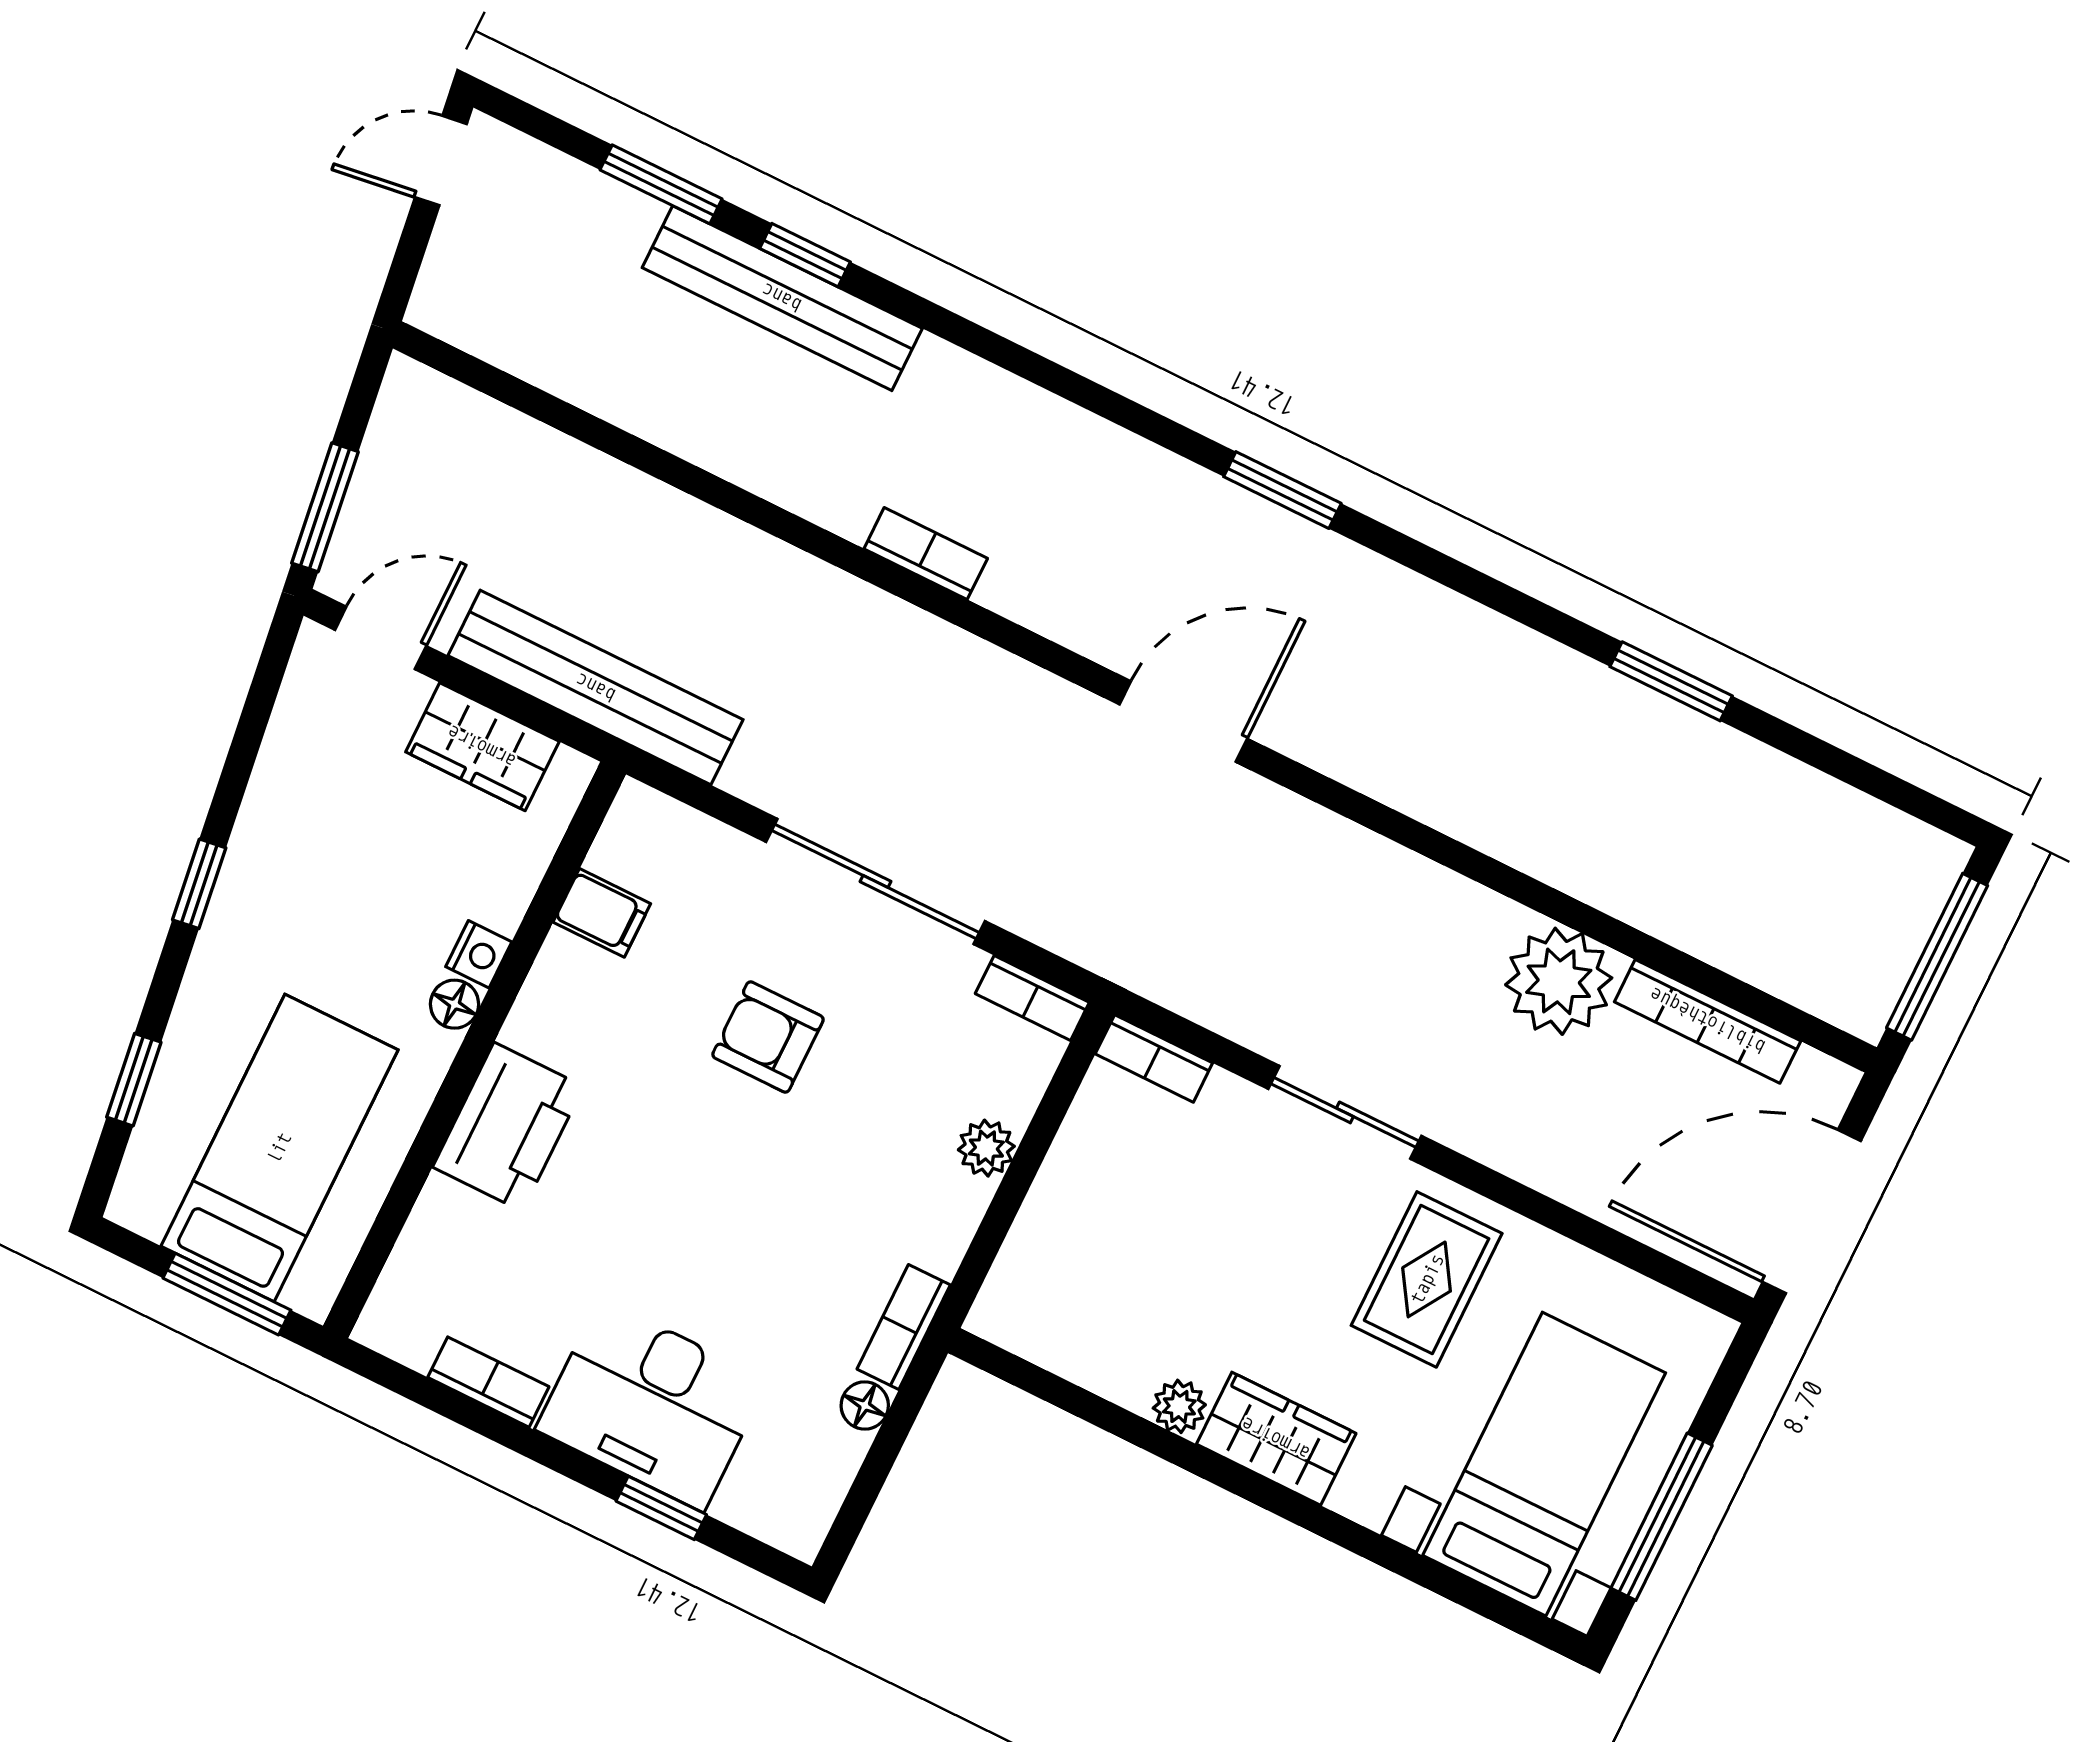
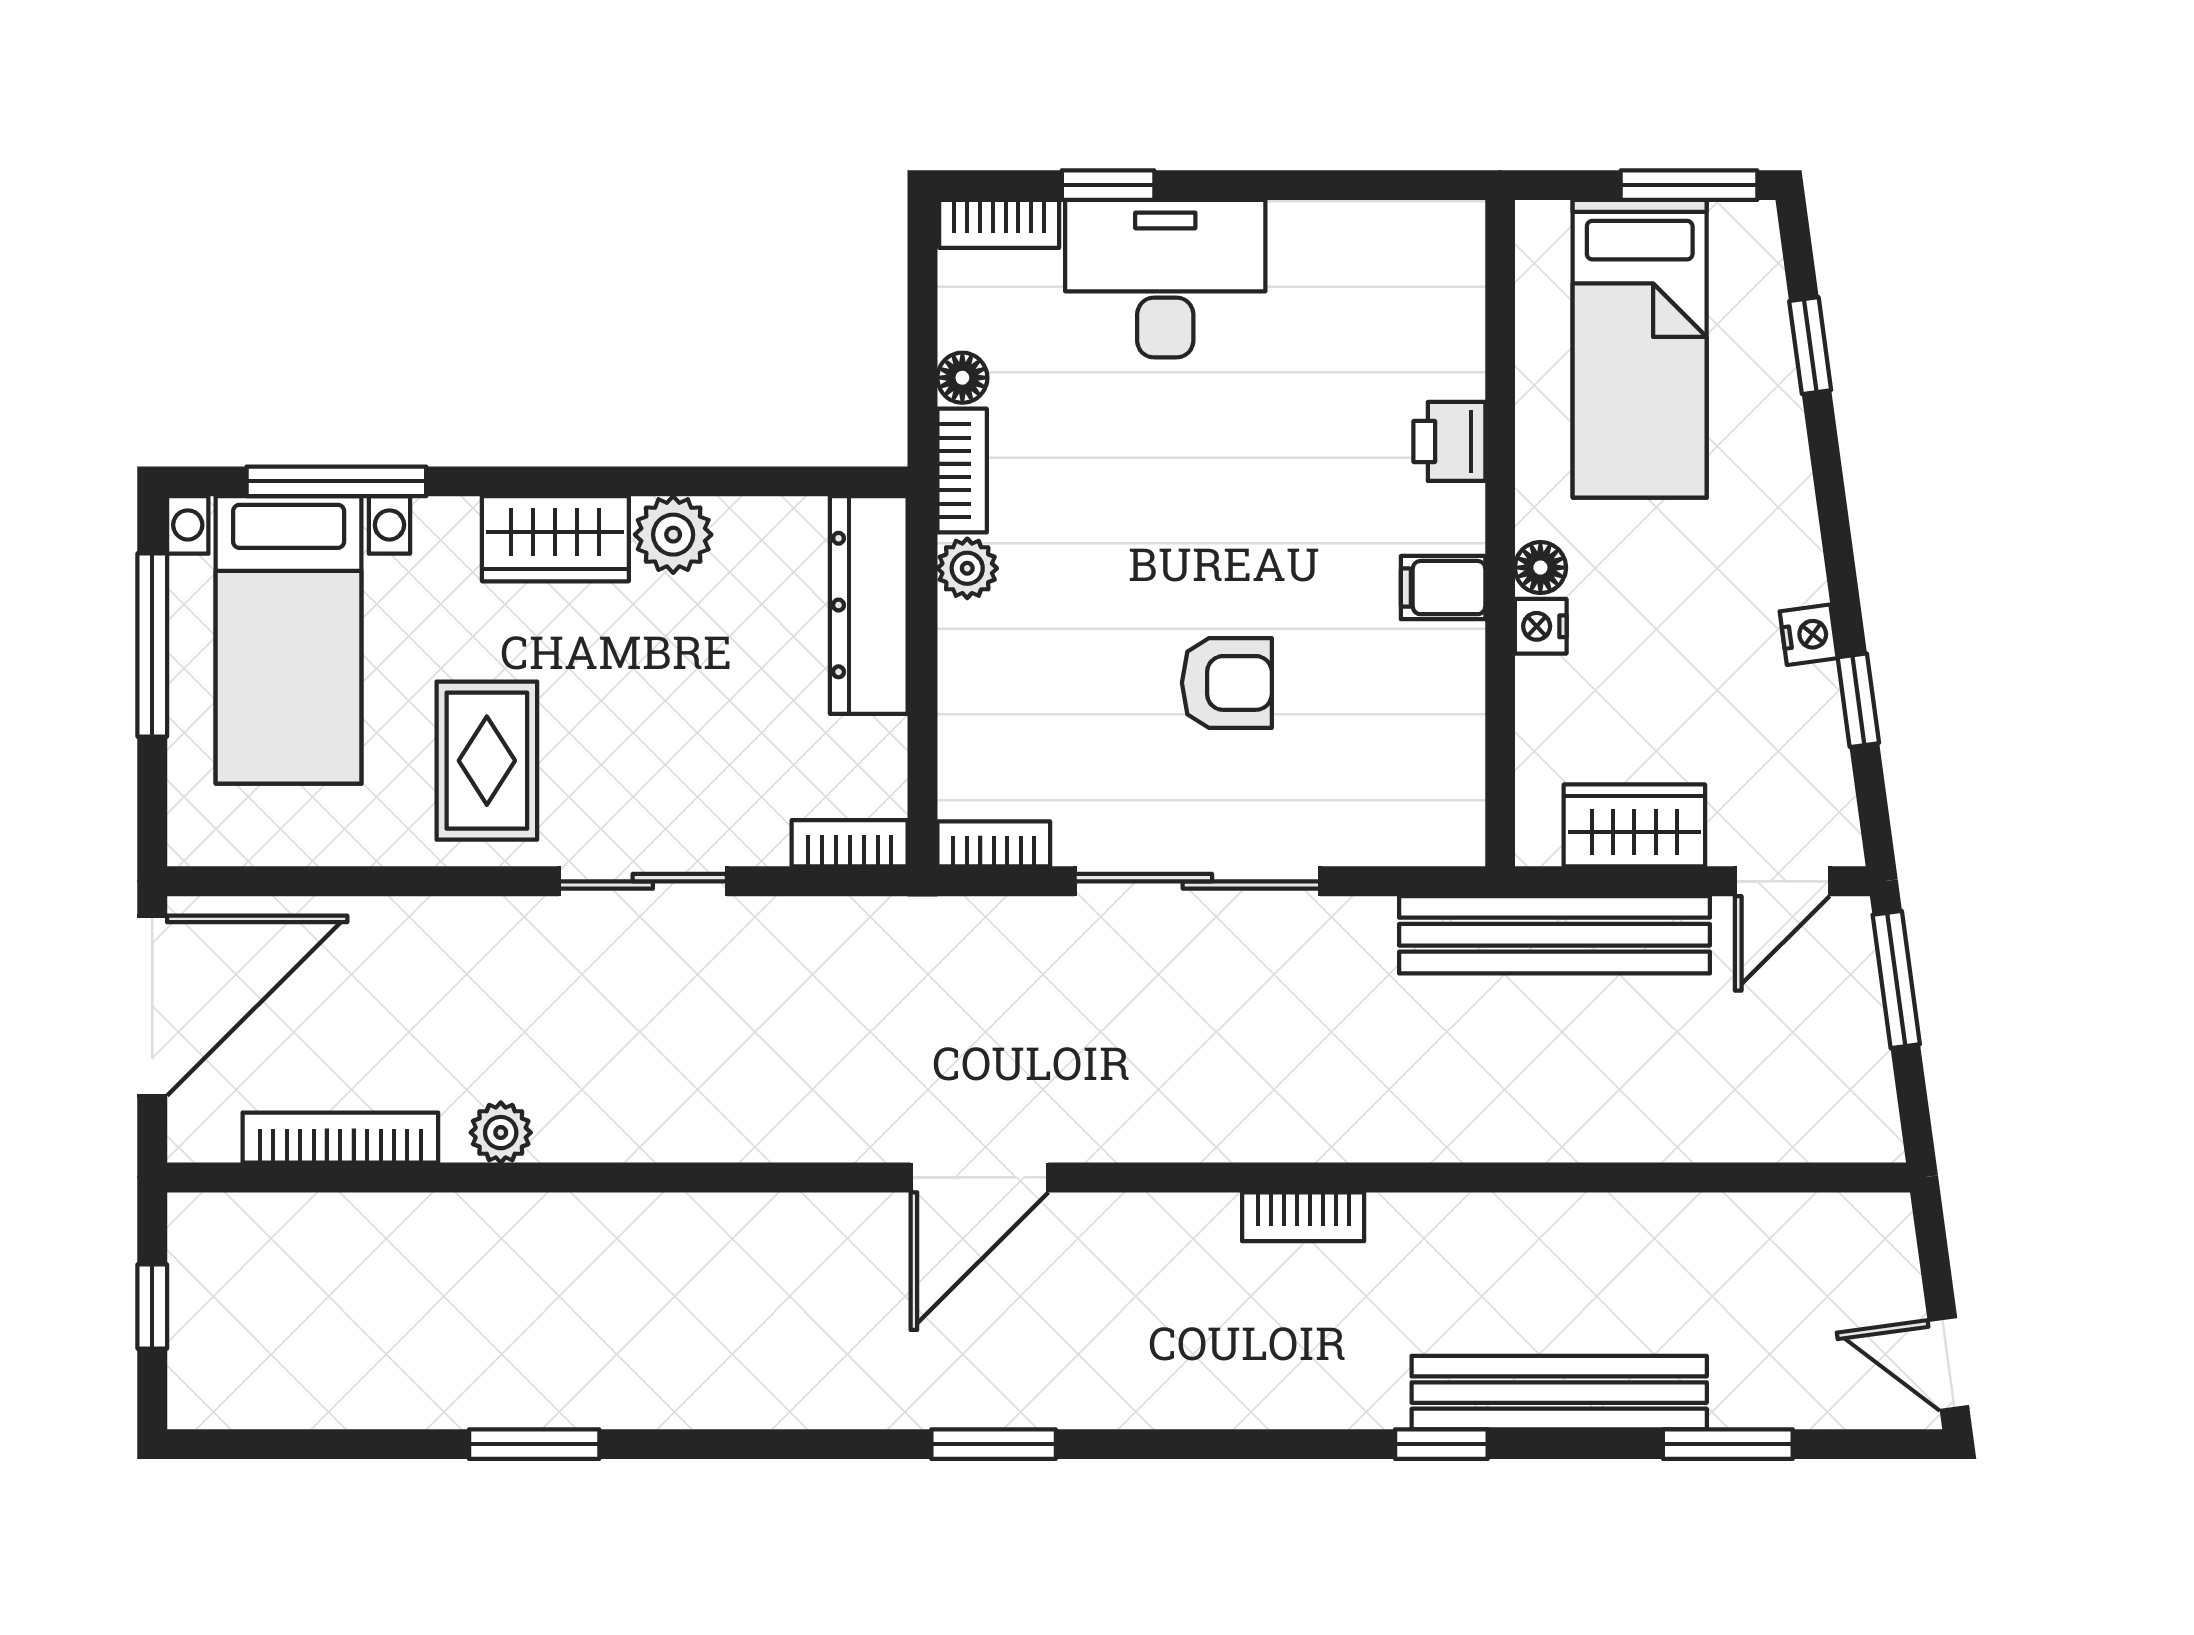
door: (441, 161) -> (1948, 1364), swing flipped
window: (805, 255) -> (1441, 1444), moved
nightstand: (256, 836) -> (1809, 635), added
window: (199, 884) -> (1858, 700), moved
filing cabinet: (602, 913) -> (1443, 588), moved
window: (1937, 957) -> (152, 1306), width x0.46
plant: (1559, 981) -> (501, 1133), width x0.53, depth x0.53
printer: (508, 1127) -> (1449, 441), width x0.53, depth x0.68
plant: (986, 1148) -> (967, 568), moved
dresser: (1039, 1252) -> (869, 605), added
window: (227, 1294) -> (1689, 185), moved
bookcase: (488, 1382) -> (999, 224), moved
plant: (1179, 1406) -> (673, 535), width x1.38, depth x1.38
window: (1438, 1578) -> (336, 481), added

